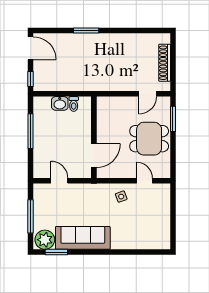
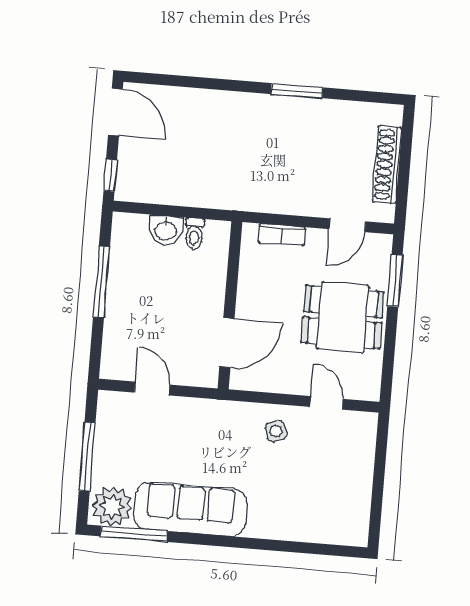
window: (86, 31) -> (297, 91), moved
bookcase: (116, 101) -> (282, 235), added
window: (56, 252) -> (134, 534), width x1.44

